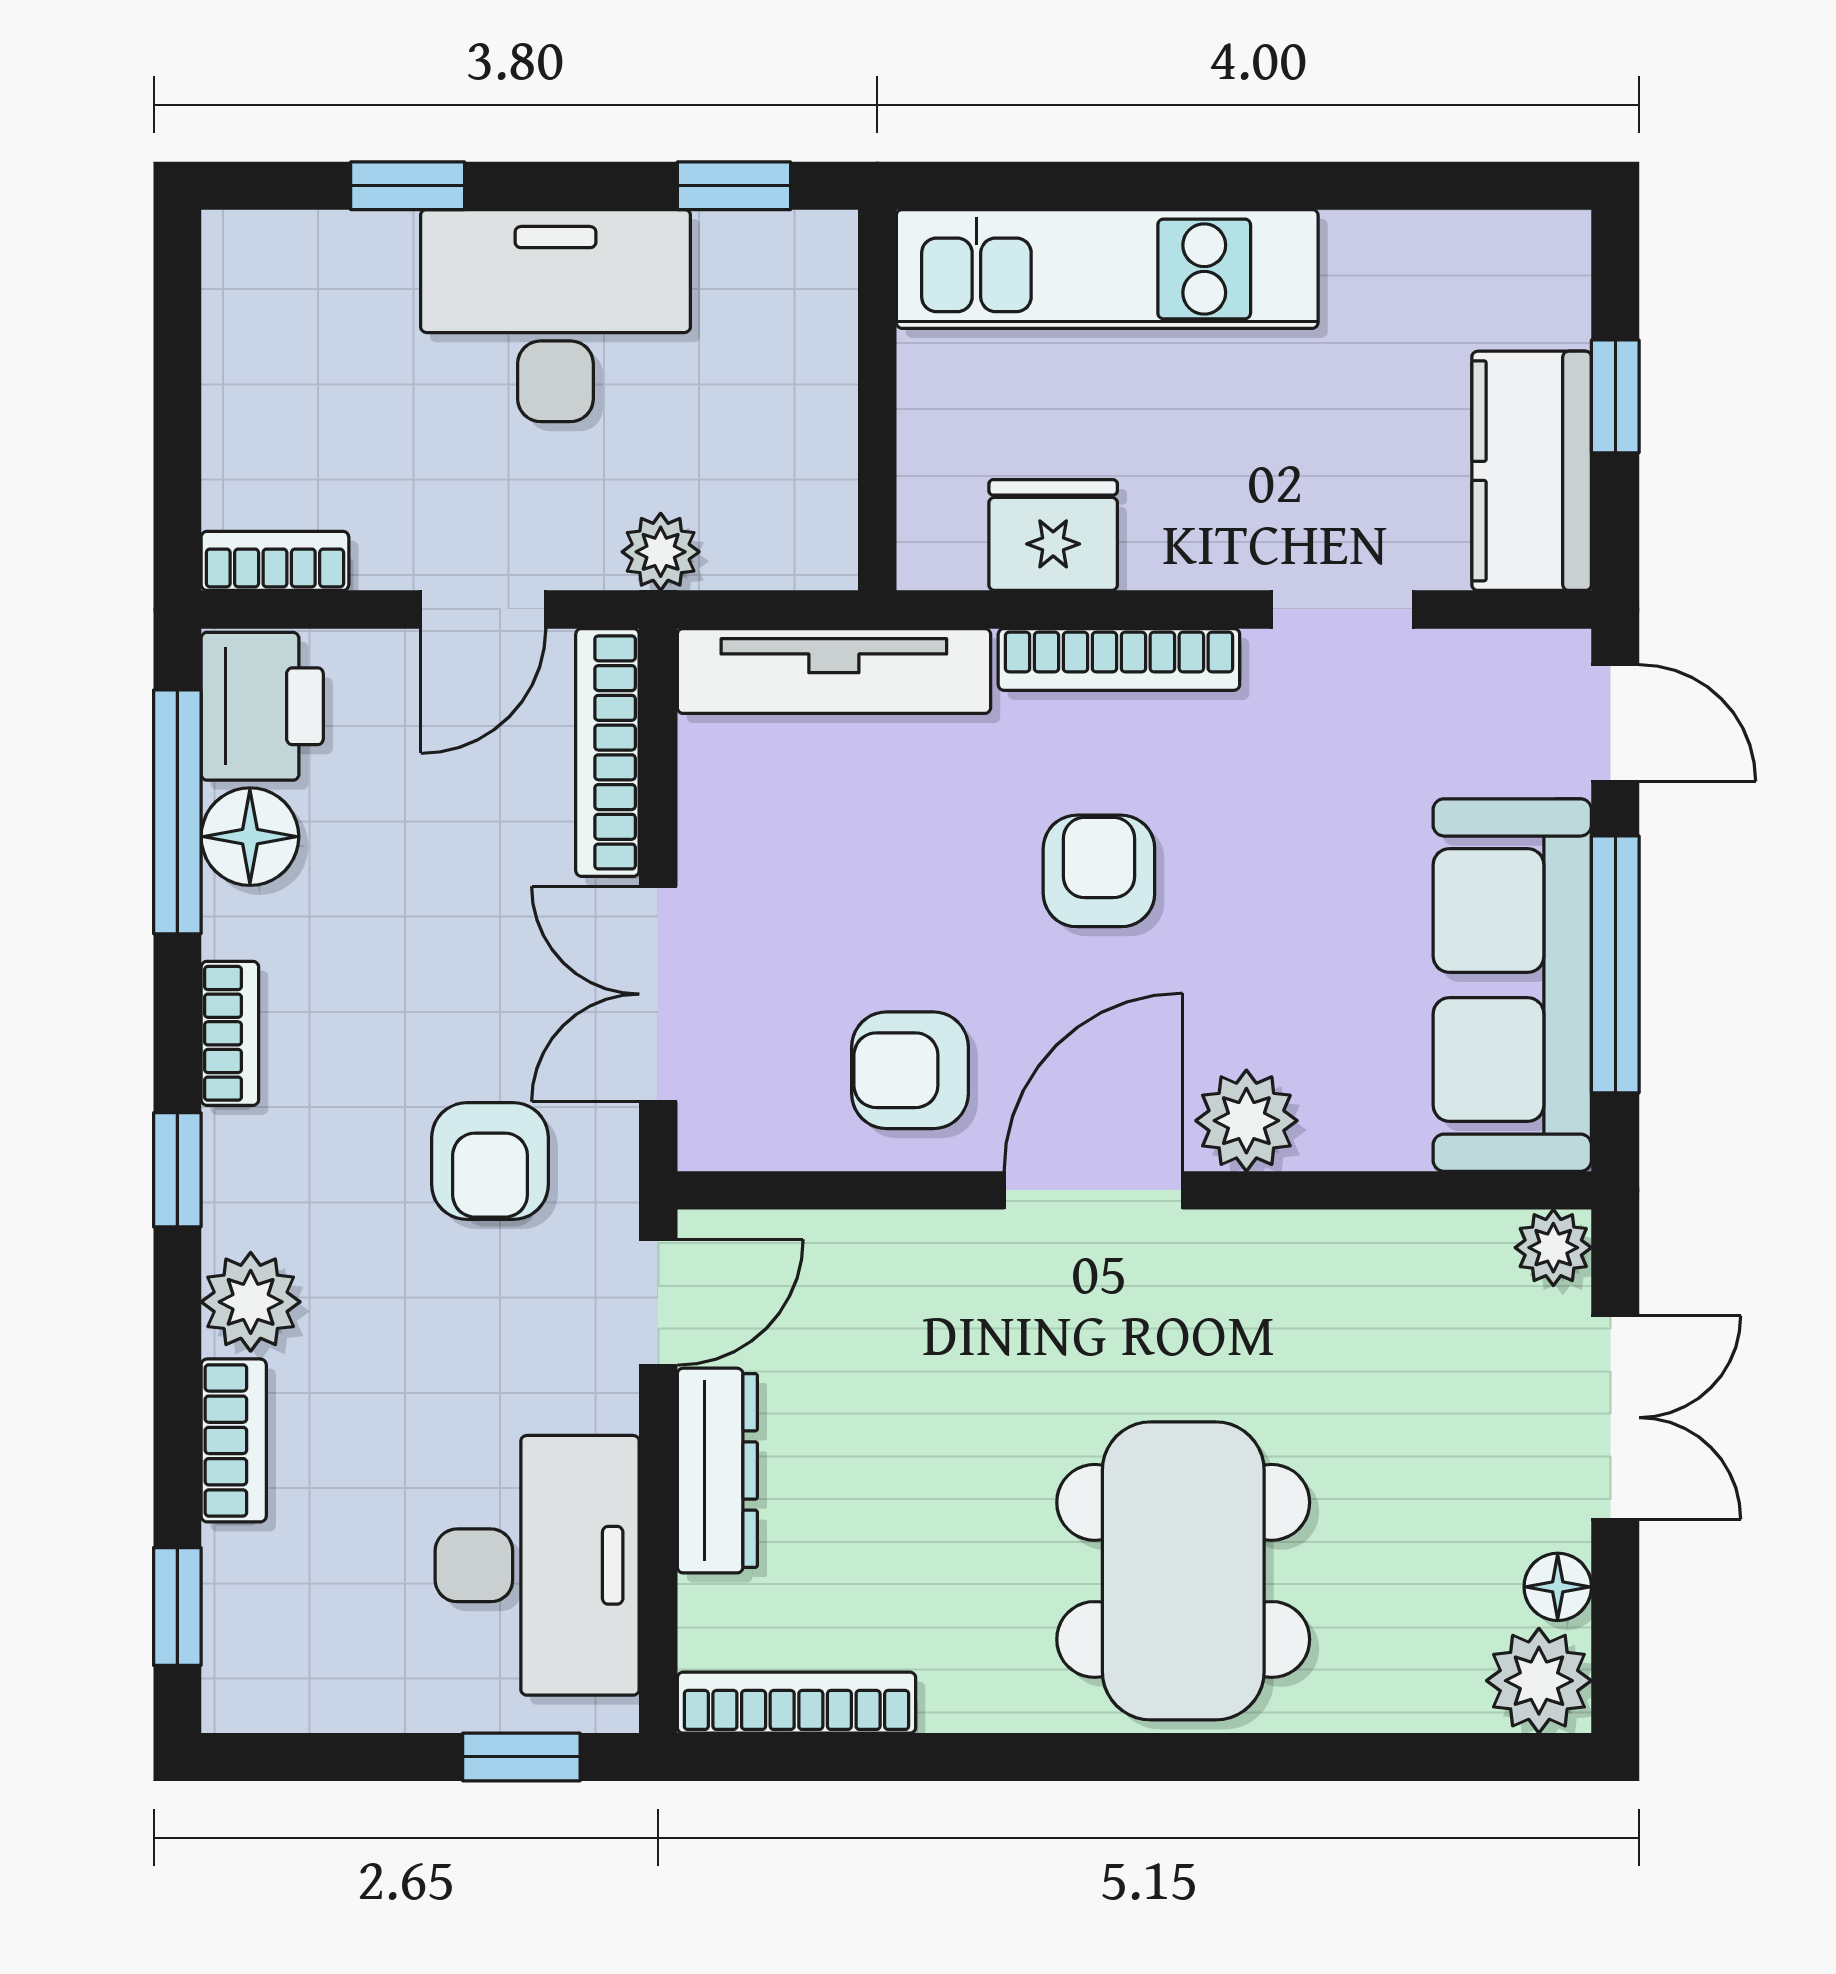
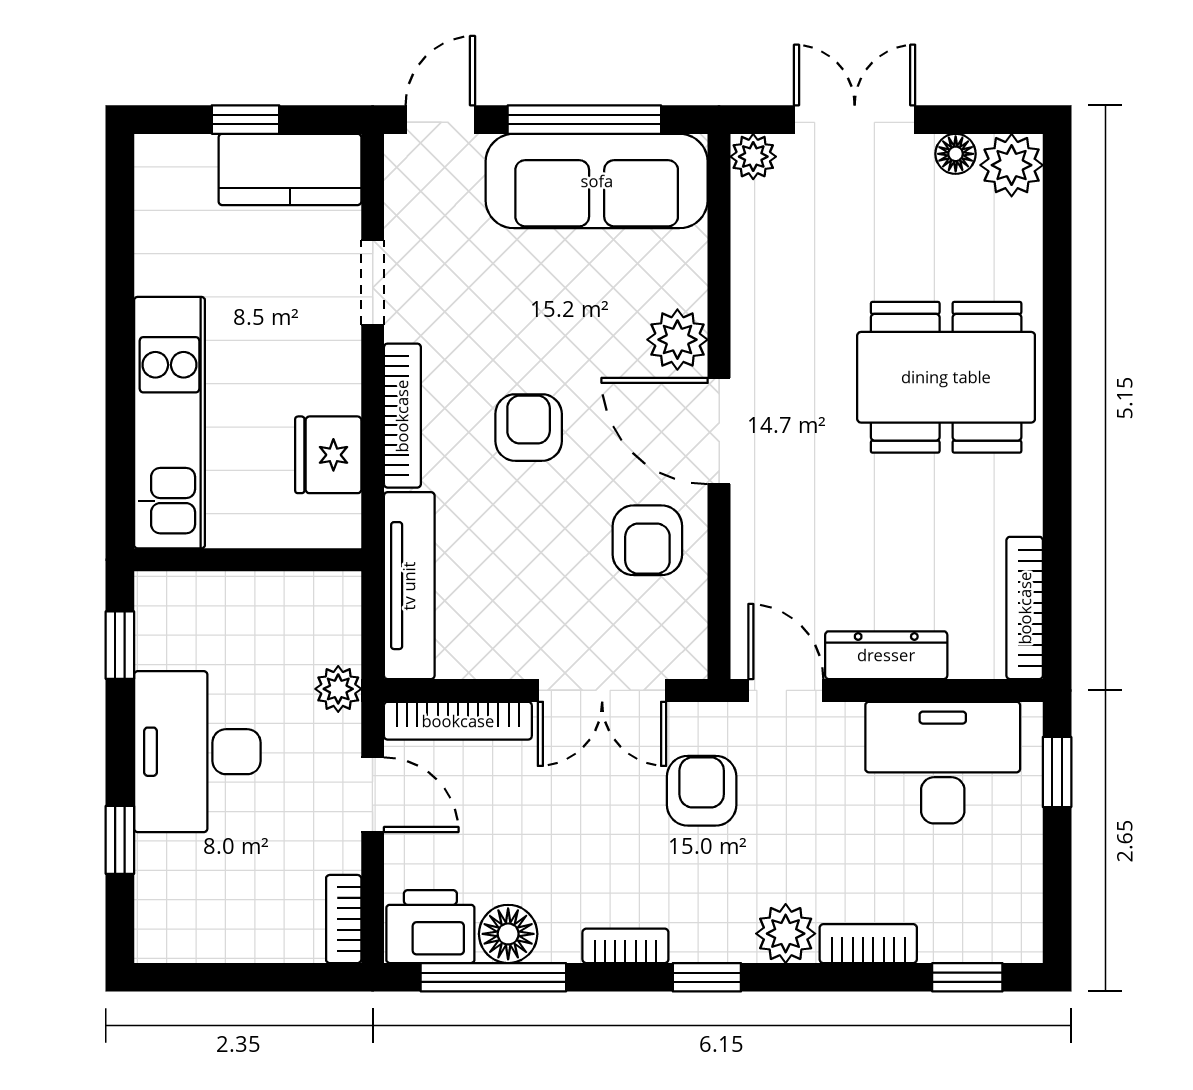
armchair: (1099, 871) -> (529, 428), turned 90
armchair: (490, 1161) -> (702, 791), turned -90

